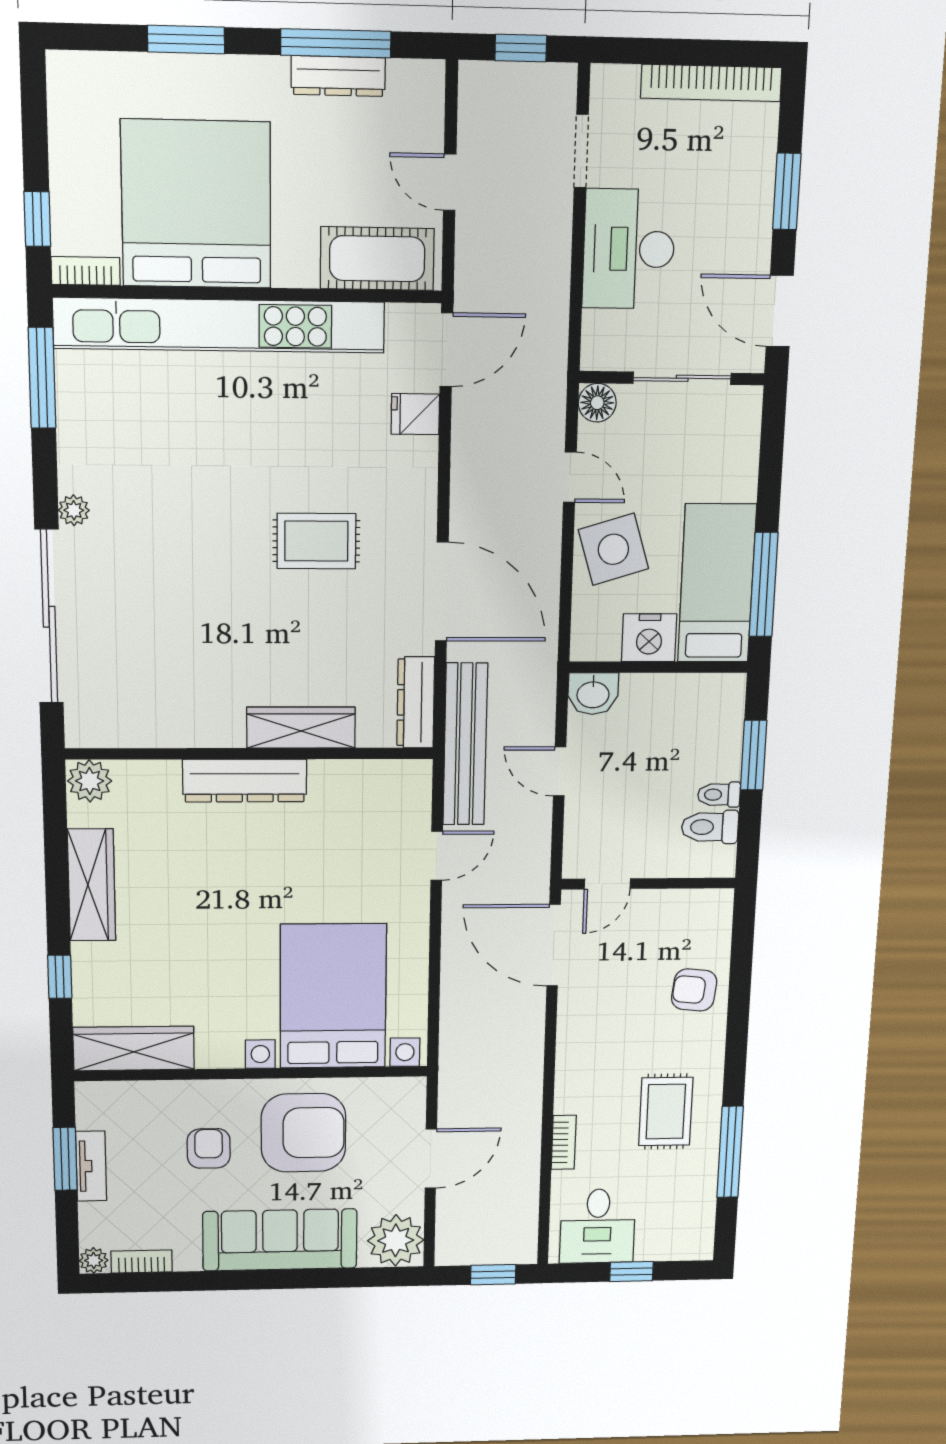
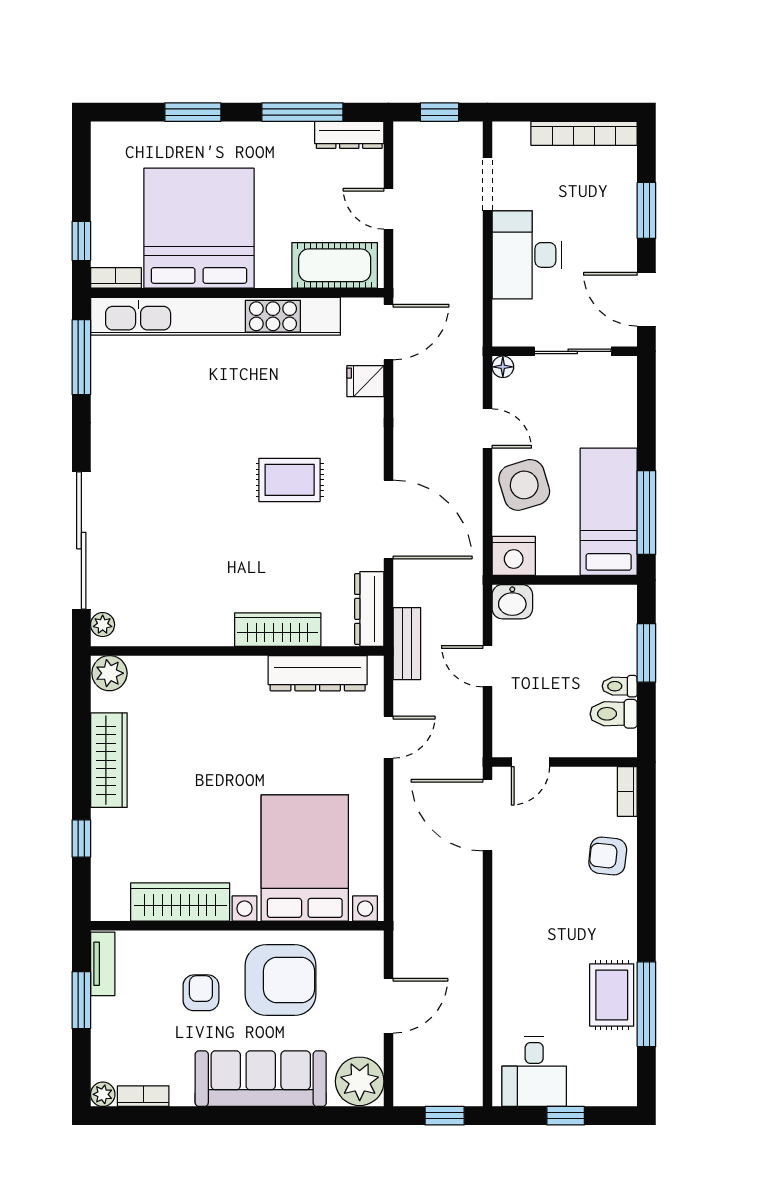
dresser: (338, 76) -> (349, 135), moved
floor lamp: (597, 403) -> (503, 367), width x0.73, depth x0.73
plant: (74, 510) -> (103, 625), moved
nightstand: (649, 638) -> (514, 556), moved
bench: (465, 744) -> (407, 644), width x0.54, depth x0.82
dresser: (245, 781) -> (318, 673), moved
wardrobe: (134, 1048) -> (180, 902), moved
rug: (666, 1112) -> (612, 995), moved
bookcase: (564, 1142) -> (627, 792), moved, turned 180
tv unit: (91, 1166) -> (103, 964), moved

